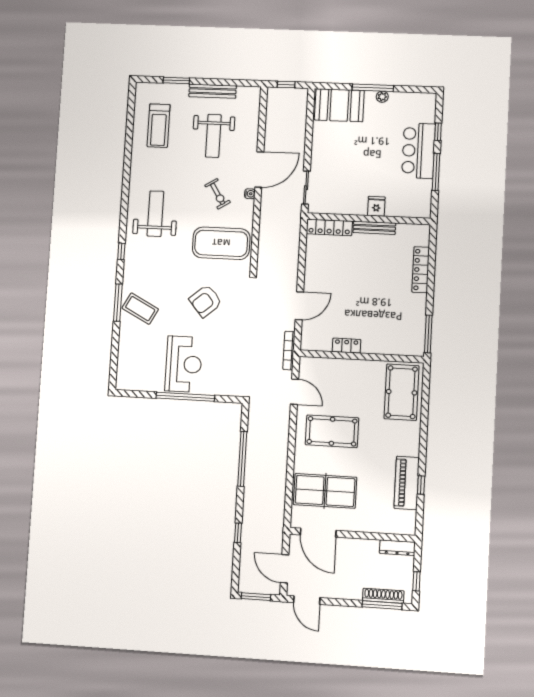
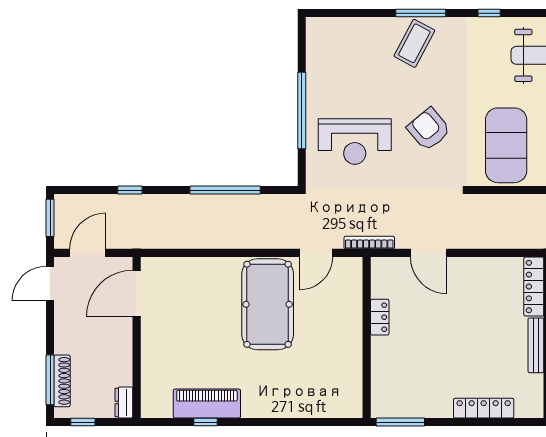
reception desk: (184, 364) -> (355, 142), moved
pool table: (402, 392) -> (323, 391), removed
pool table: (332, 431) -> (268, 304), width x1.36, depth x1.32
table tennis table: (325, 491) -> (190, 299), removed
dresser: (397, 548) -> (124, 402), width x0.70

